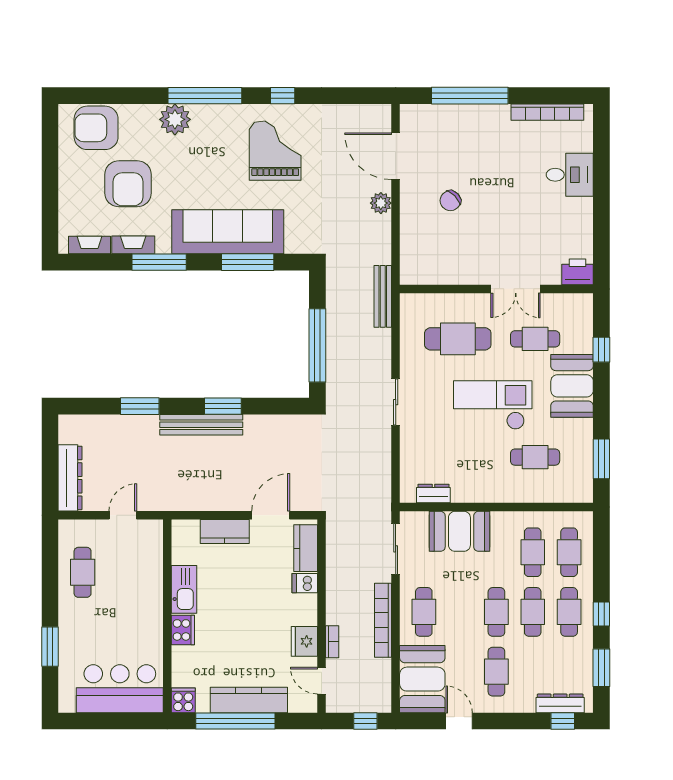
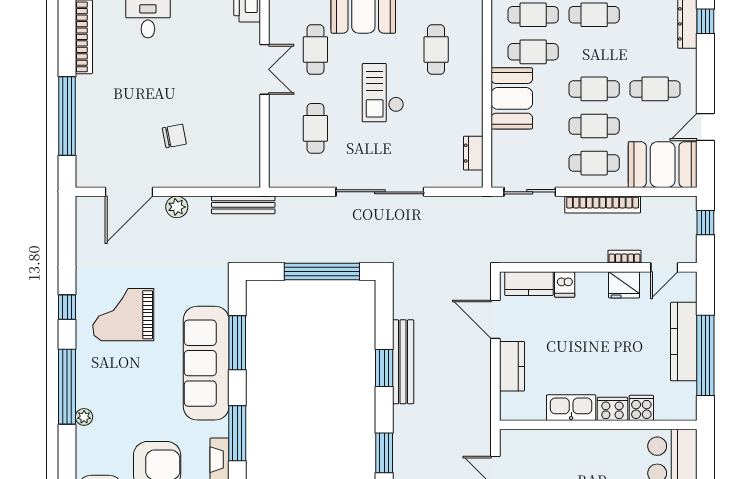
plant: (175, 119) -> (84, 417), width x0.53, depth x0.53
chair: (450, 201) -> (174, 136), turned -57
bench: (383, 296) -> (243, 205), moved
cafe table: (458, 339) -> (315, 128), width x0.73, depth x0.74
sliding door: (396, 402) -> (380, 192), width x1.86
checkout: (493, 405) -> (383, 93), width x0.73, depth x0.83
bench: (201, 425) -> (403, 362), moved
booth: (459, 531) -> (512, 98), moved
cafe table: (533, 612) -> (594, 126), moved
cooker: (183, 700) -> (641, 408), moved, turned 90

